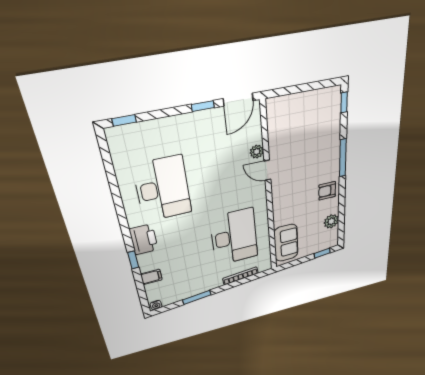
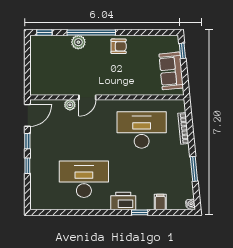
door: (238, 100) -> (27, 115), hinge flipped
window: (124, 120) -> (27, 166), moved
window: (343, 158) -> (91, 33), width x1.46
armchair: (327, 191) -> (119, 46), turned -90
plant: (331, 221) -> (78, 42), moved
sofa: (286, 243) -> (171, 71), moved, turned -96

